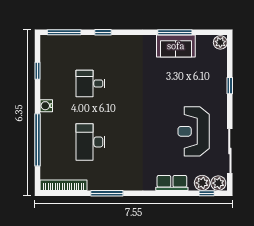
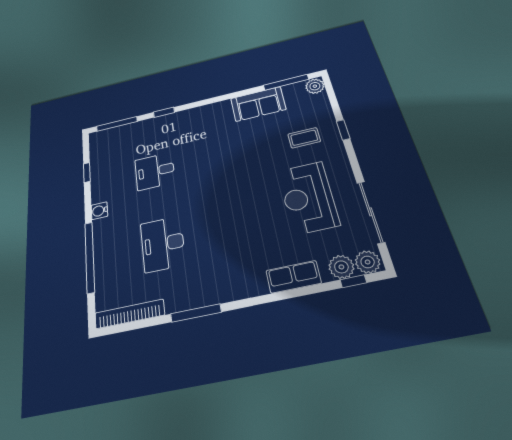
window: (175, 32) -> (286, 82), moved
coffee table: (202, 85) -> (304, 138), added

